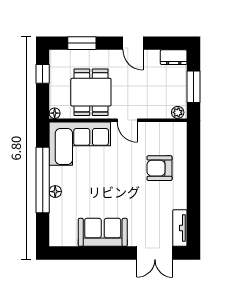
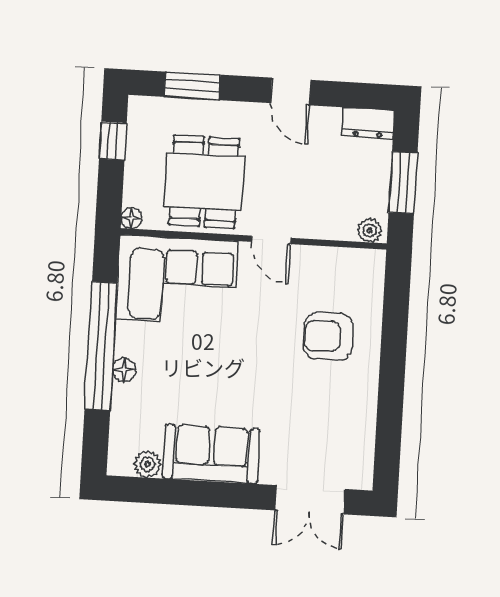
tv unit: (180, 228) -> (361, 454), removed
plant: (70, 240) -> (147, 464), added

